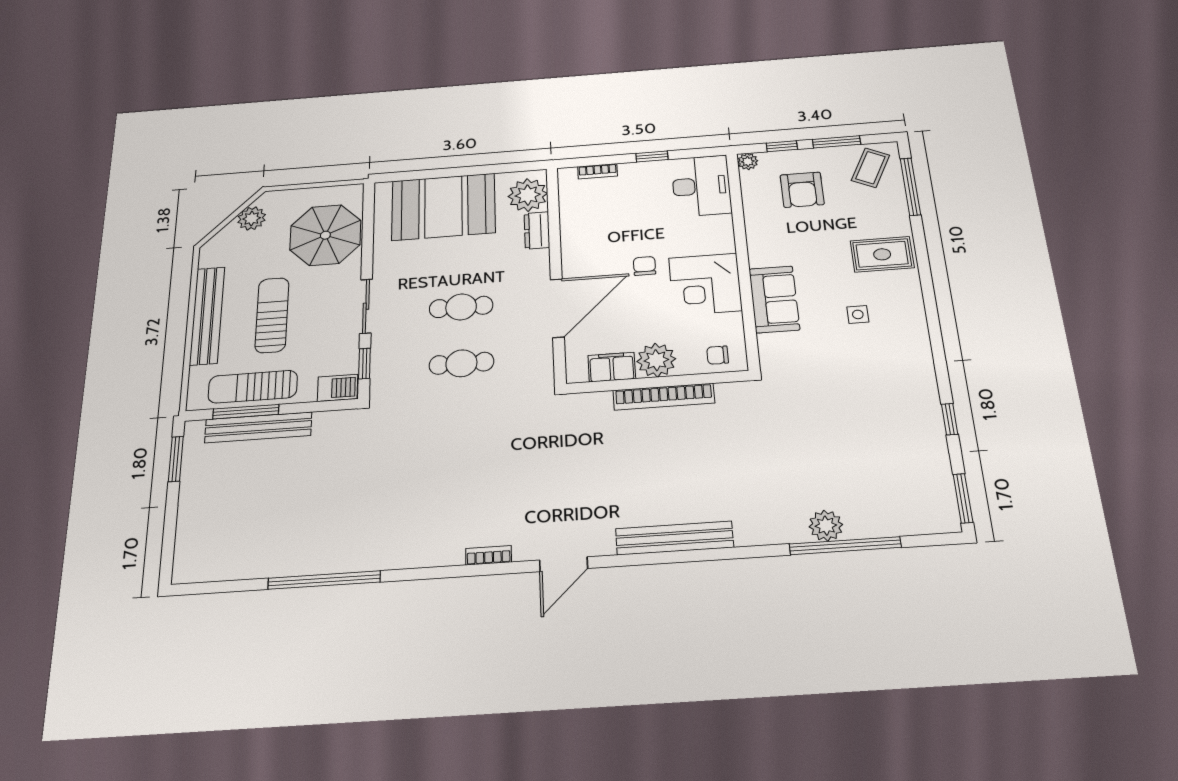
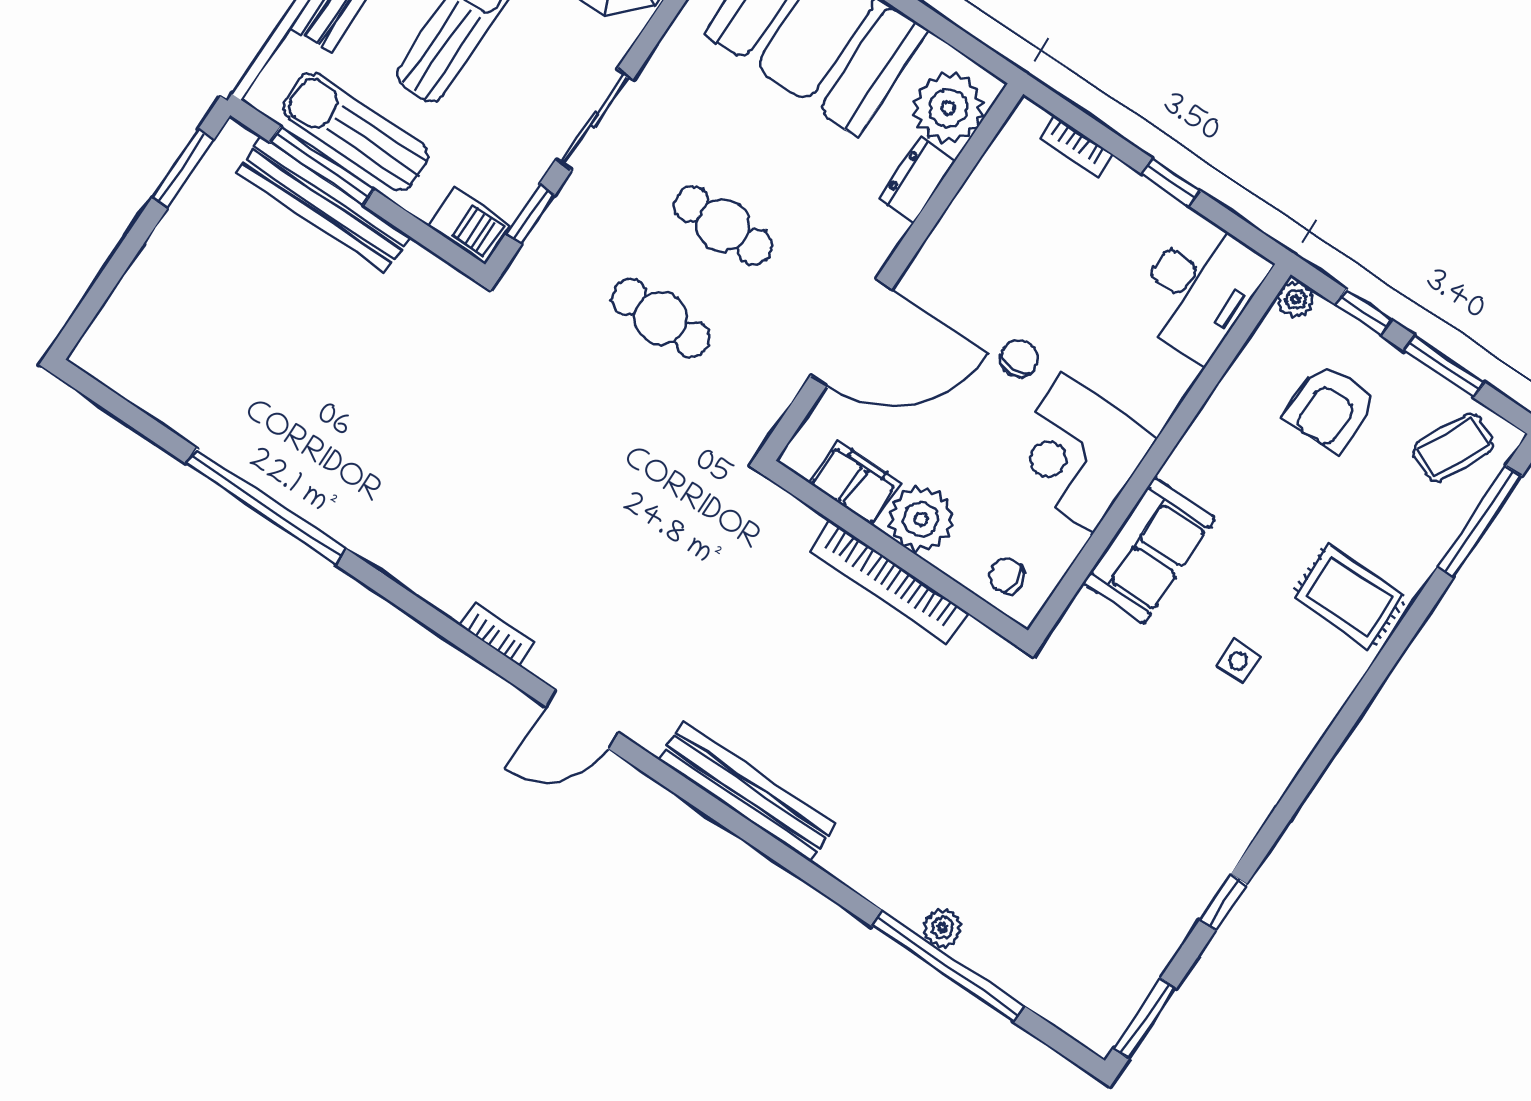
plant: (826, 526) -> (943, 928), width x0.73, depth x0.73

